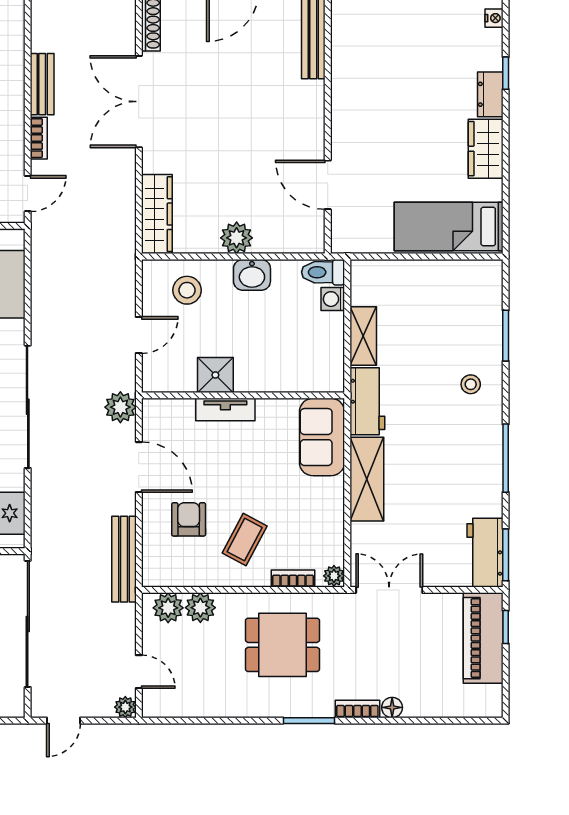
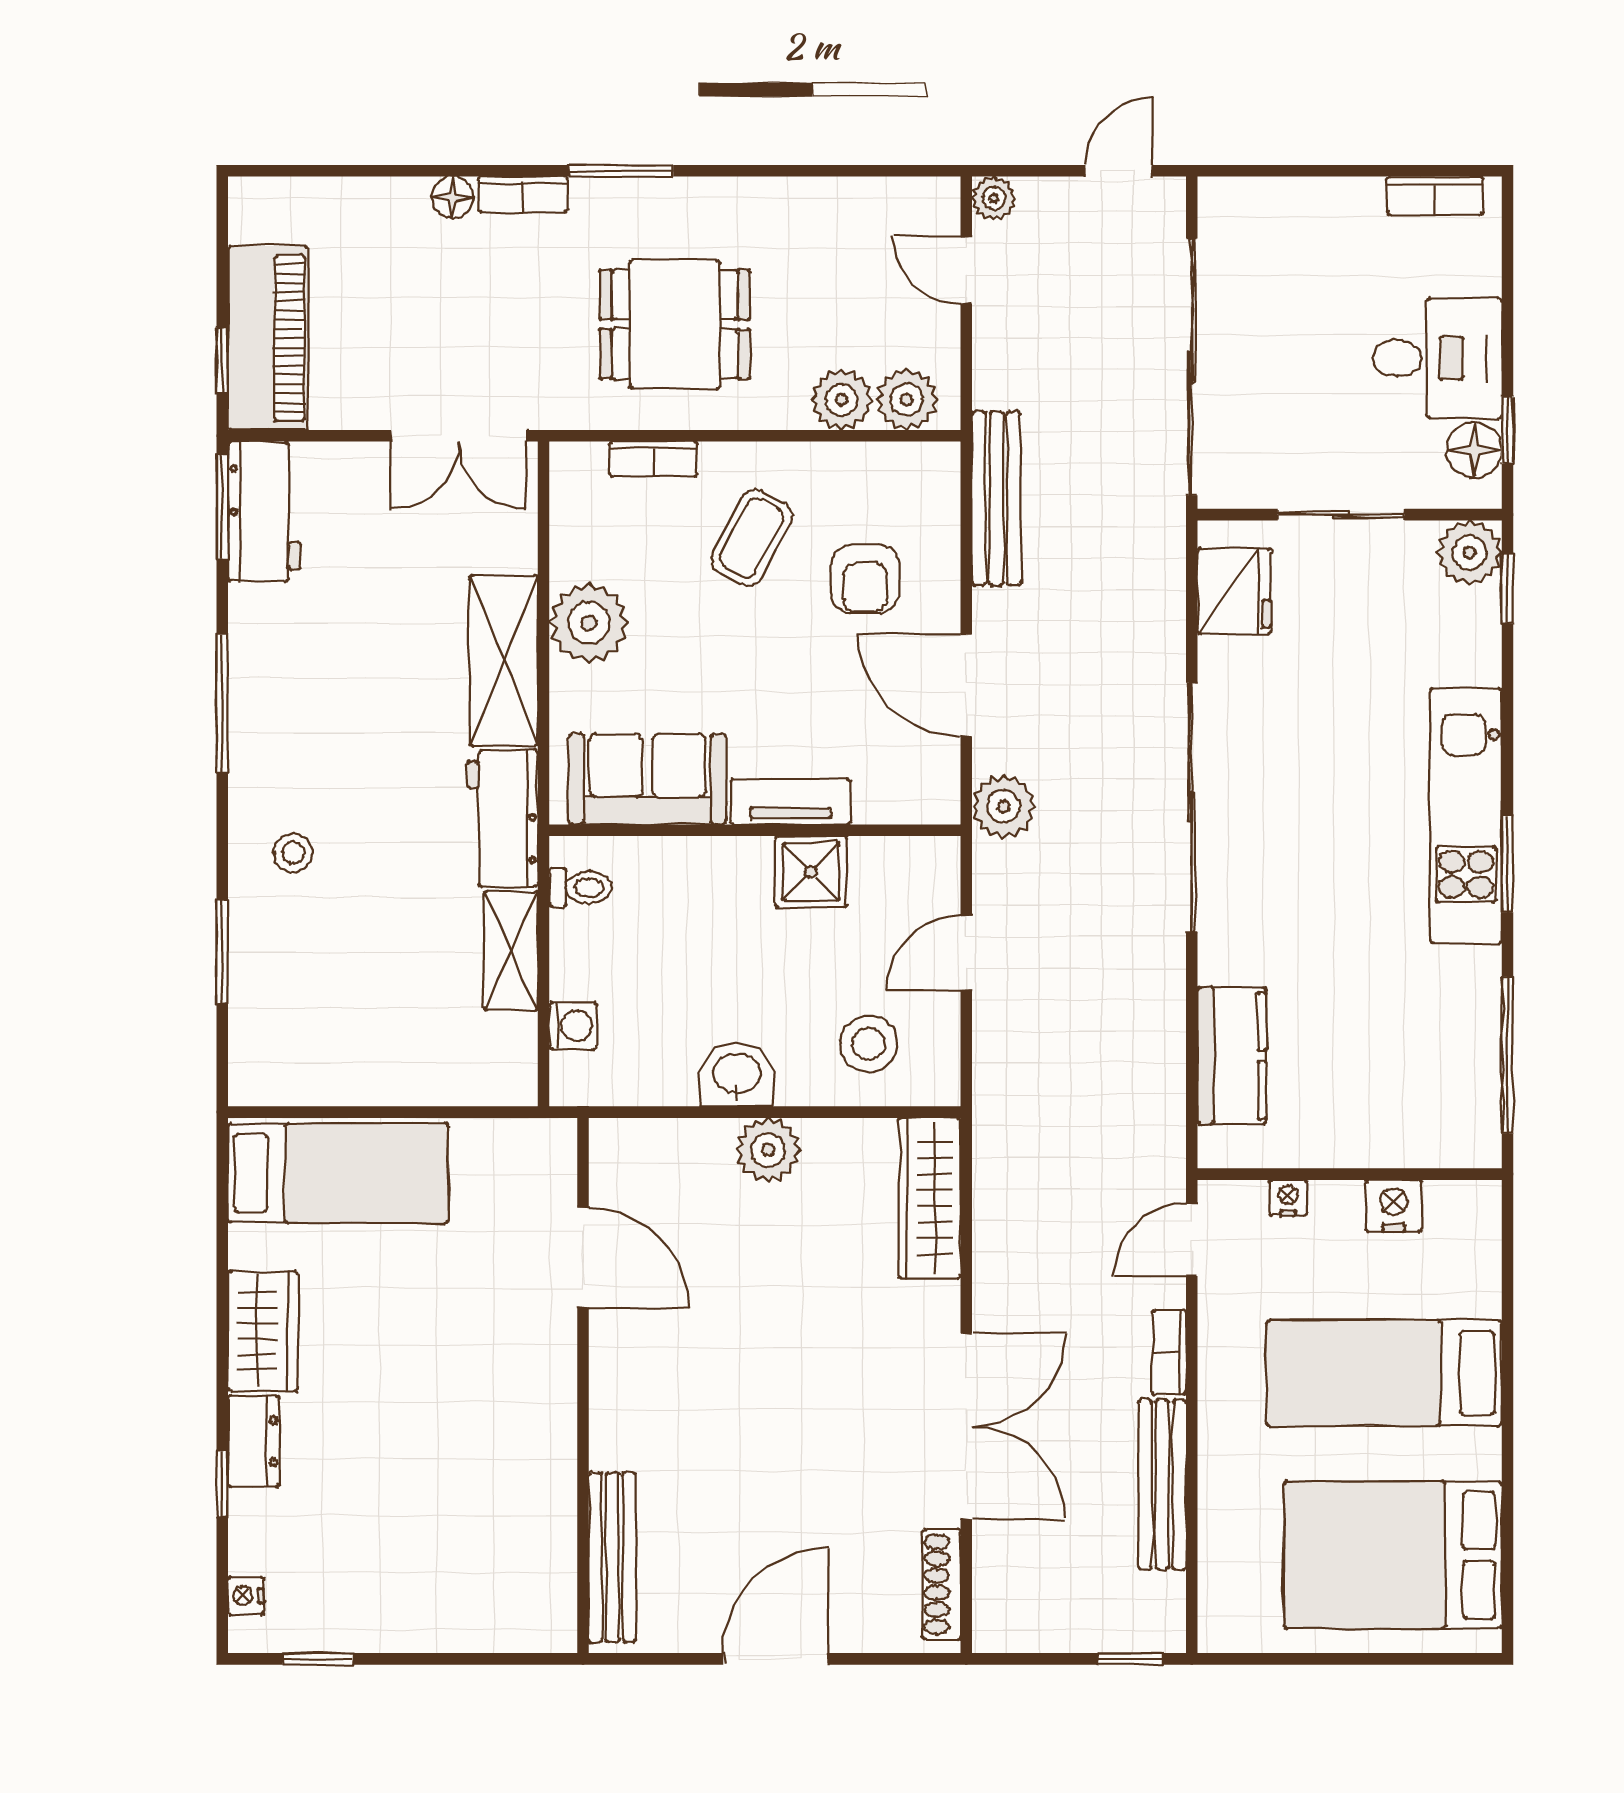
bench: (42, 84) -> (1162, 1485), width x1.36
toilet: (323, 272) -> (580, 888), moved, width x0.73, depth x0.72
sofa: (322, 437) -> (647, 779), moved, turned -90
plant: (334, 576) -> (589, 623), moved, width x1.88, depth x1.88

